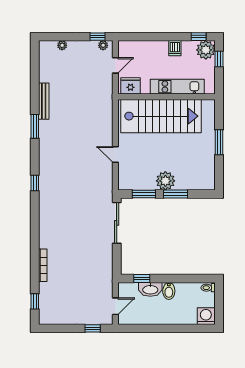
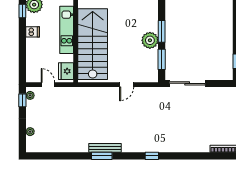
bench: (44, 101) -> (105, 148), moved

